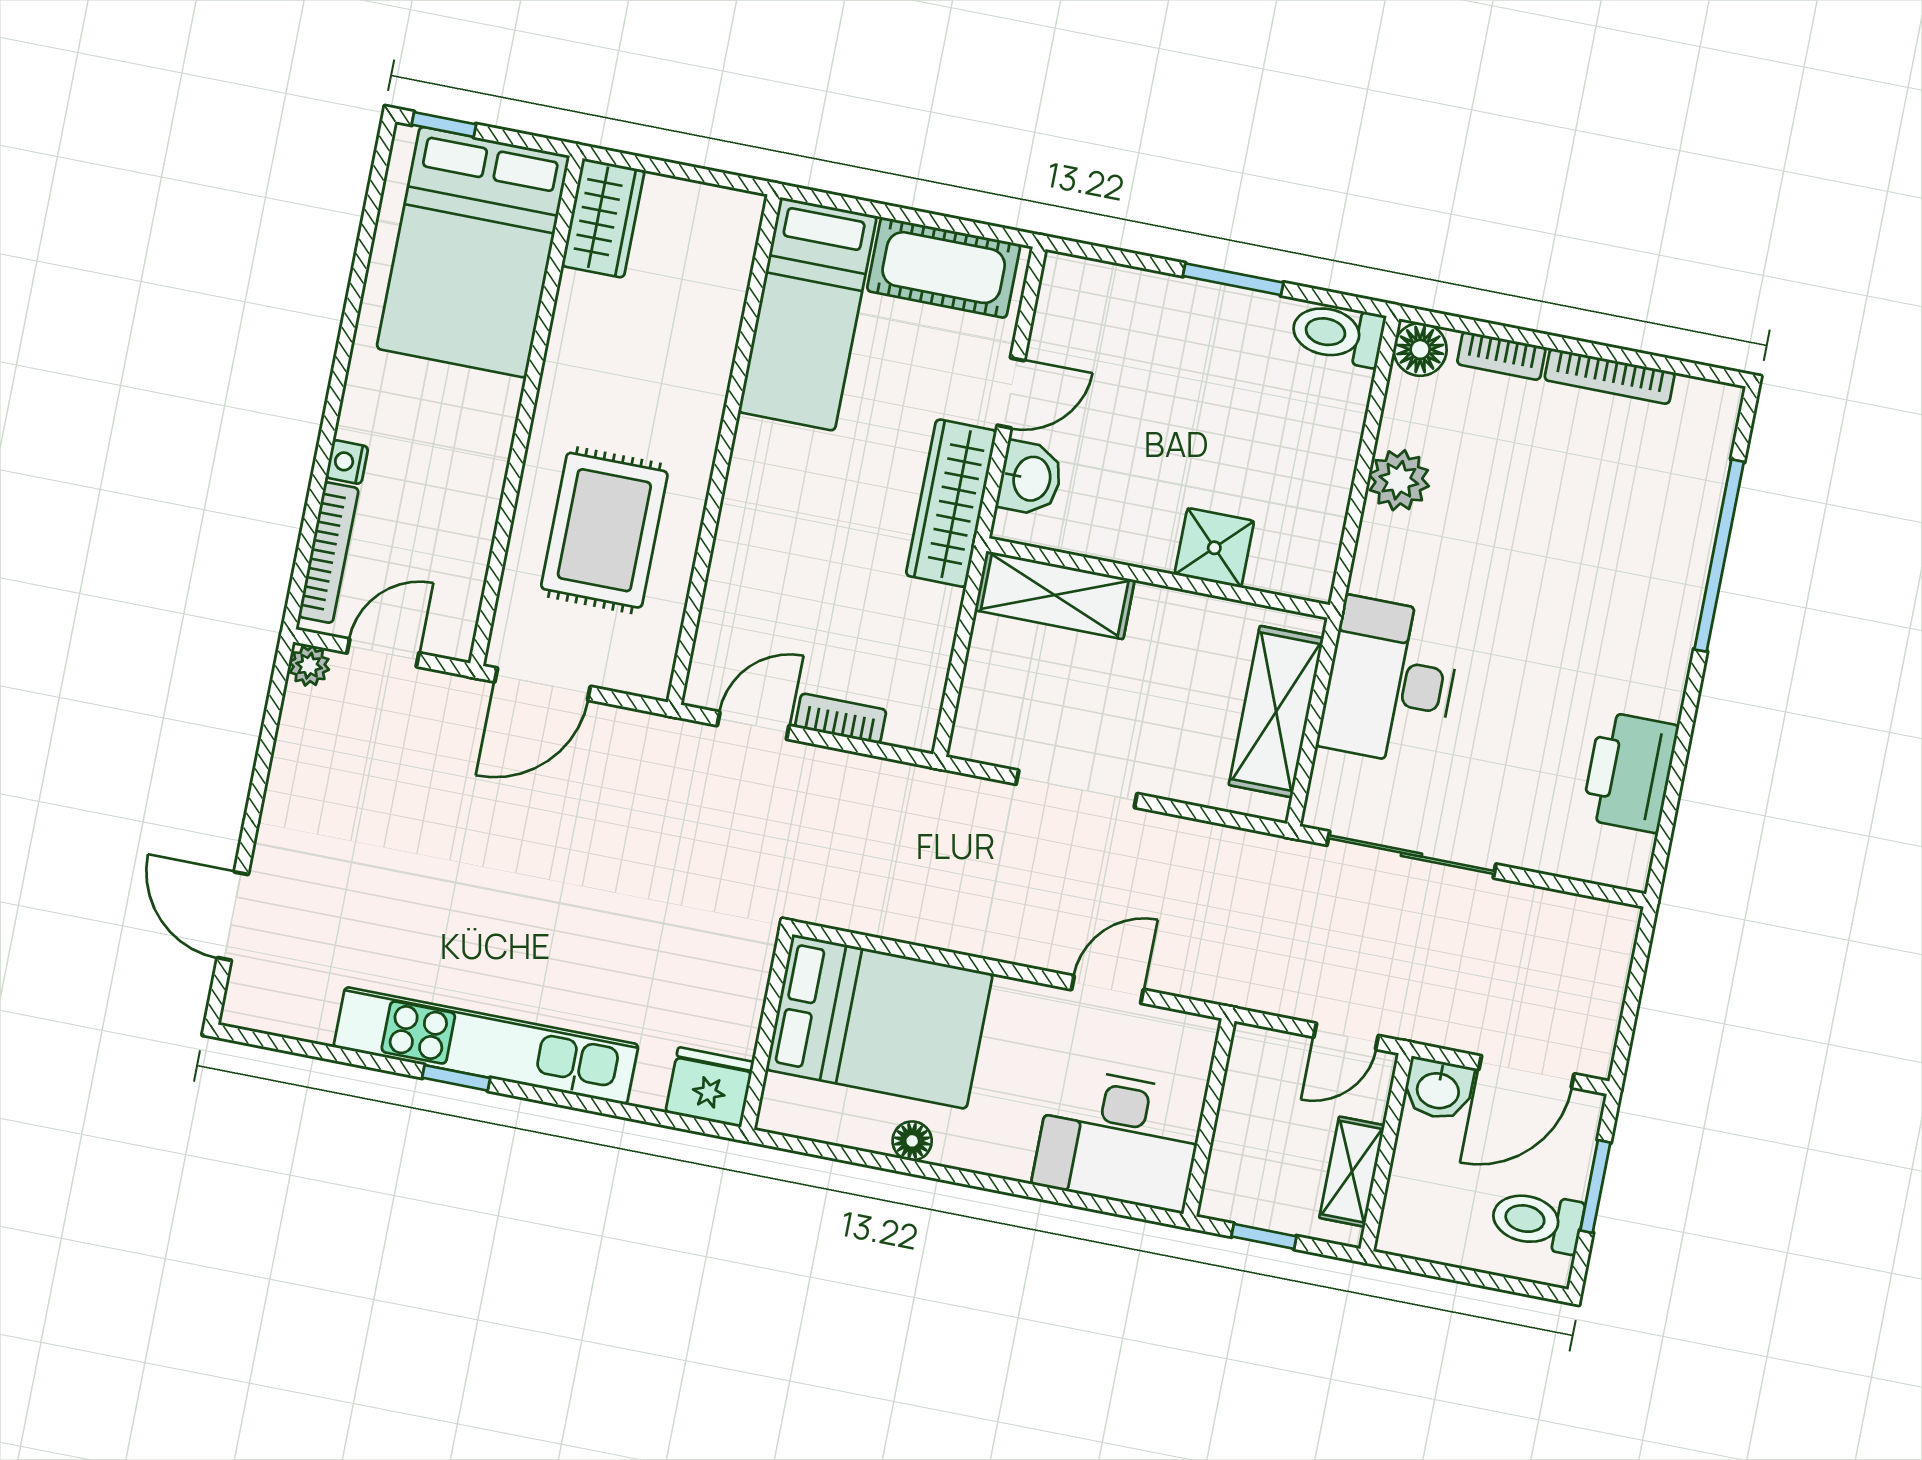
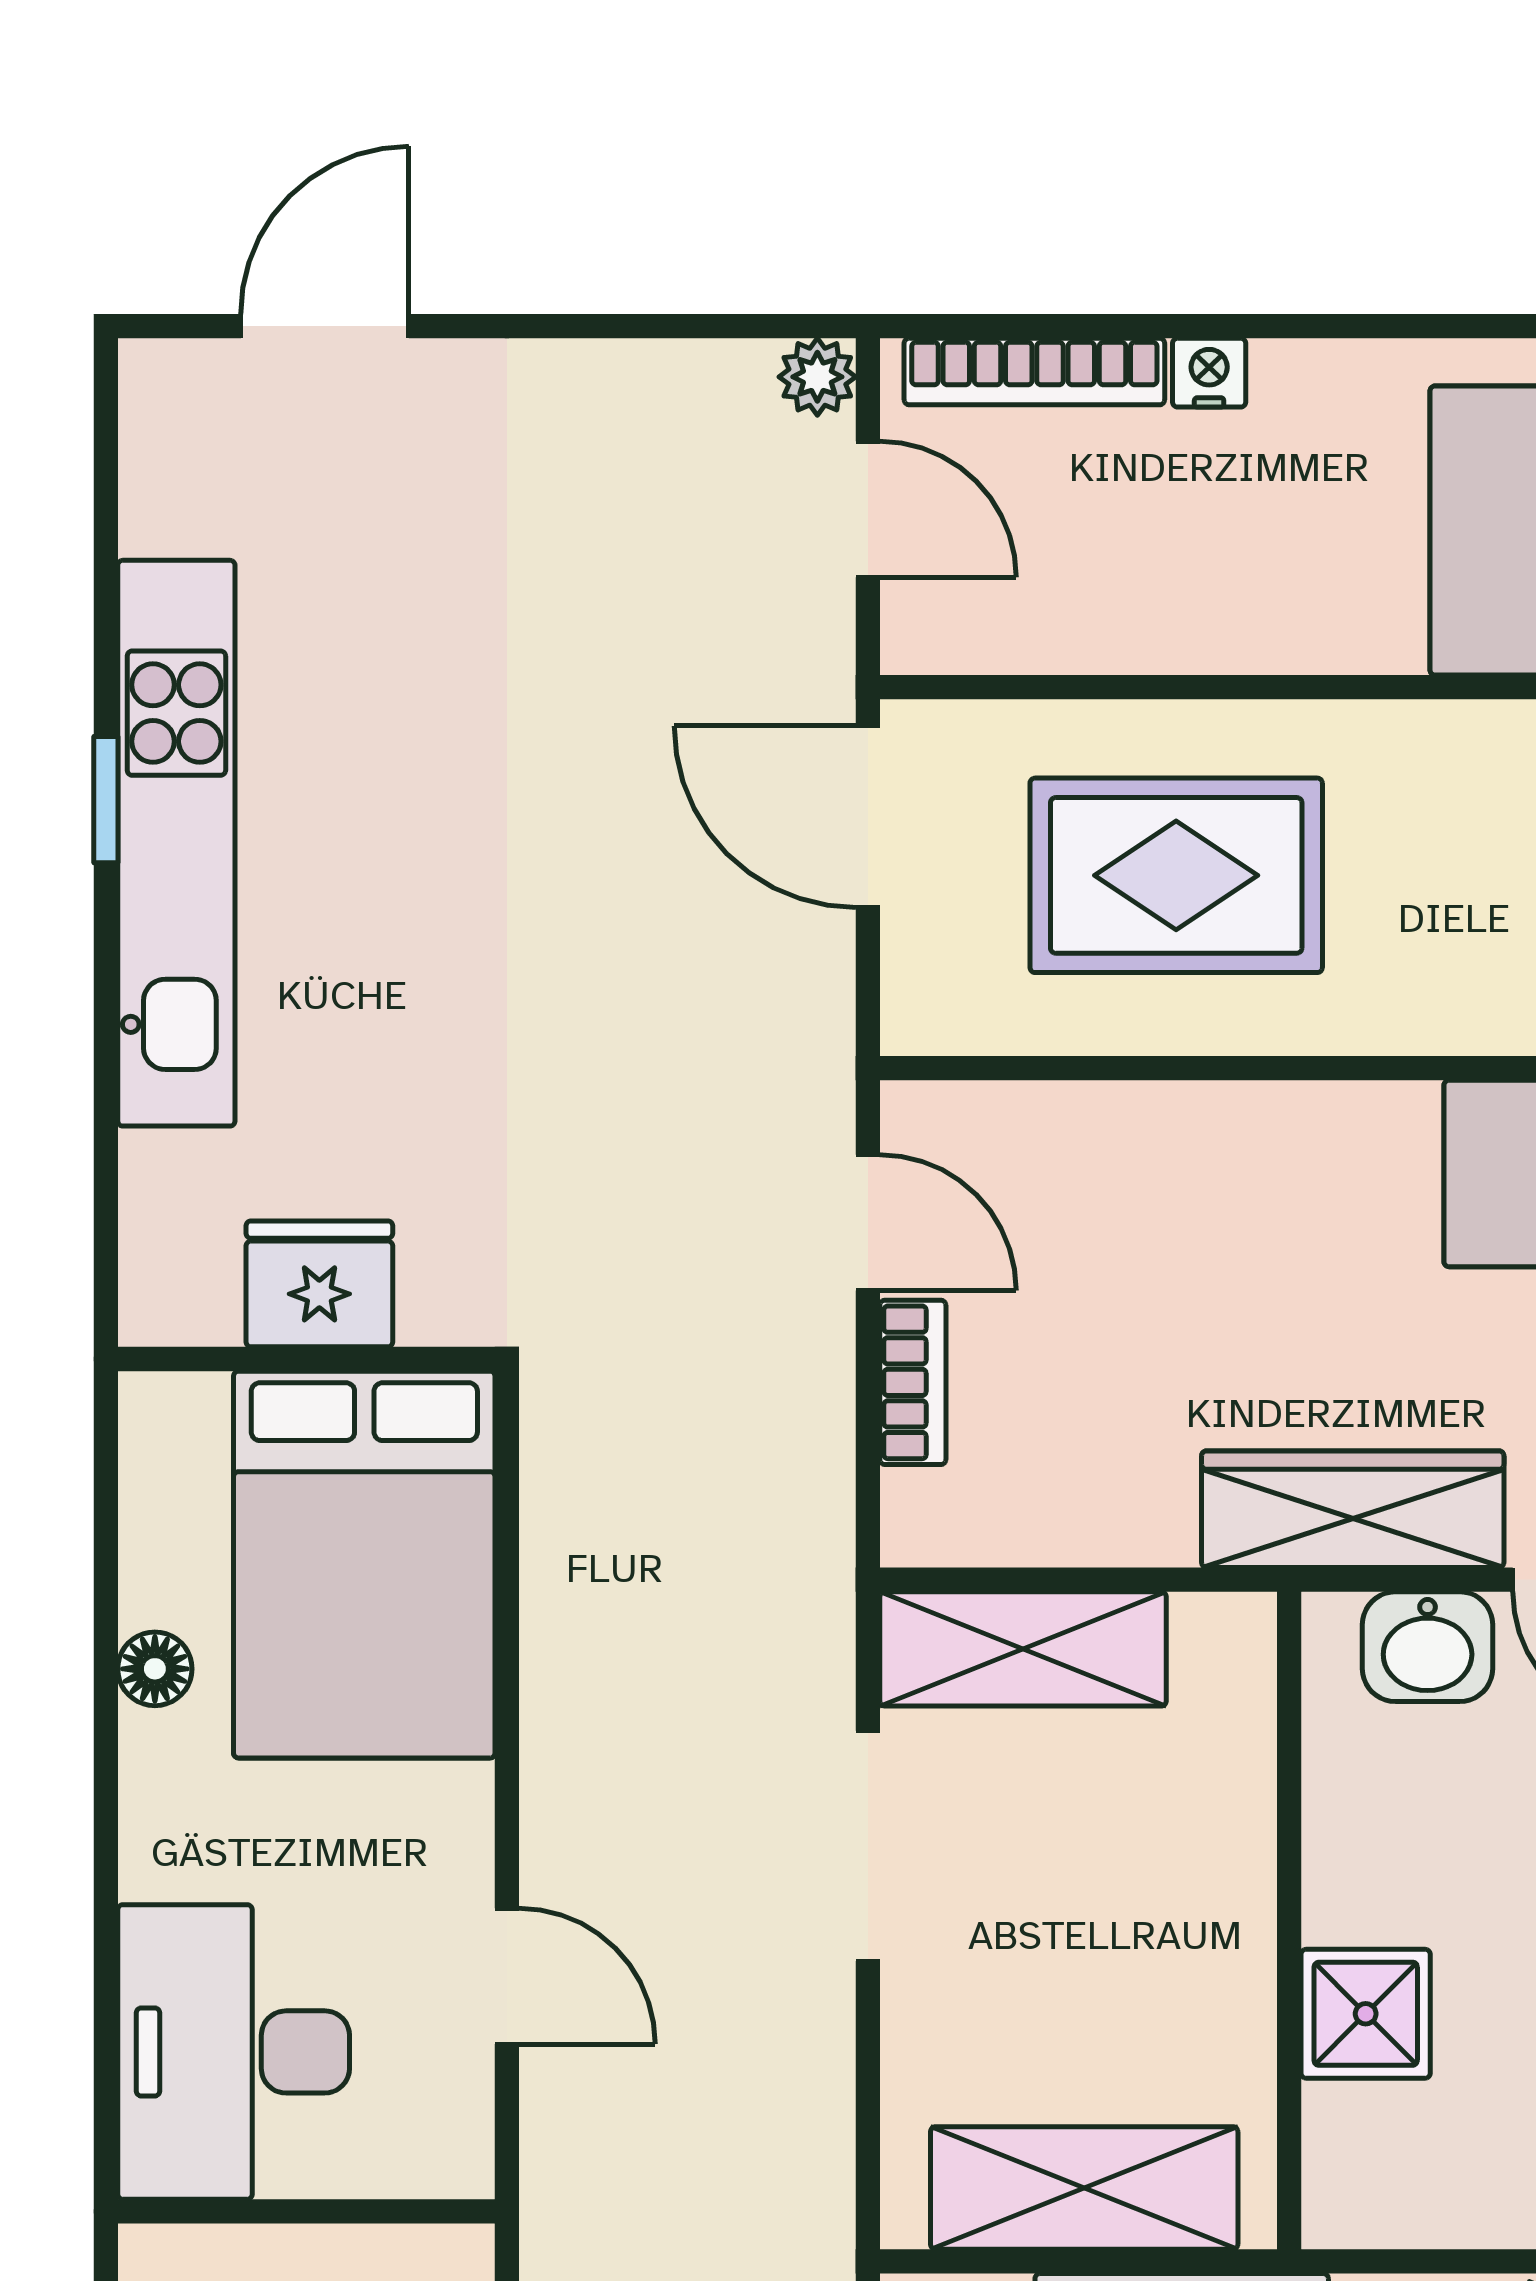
shelving: (1055, 595) -> (1023, 1649), moved, turned 90
fridge: (710, 1087) -> (319, 1284), moved, turned -90

